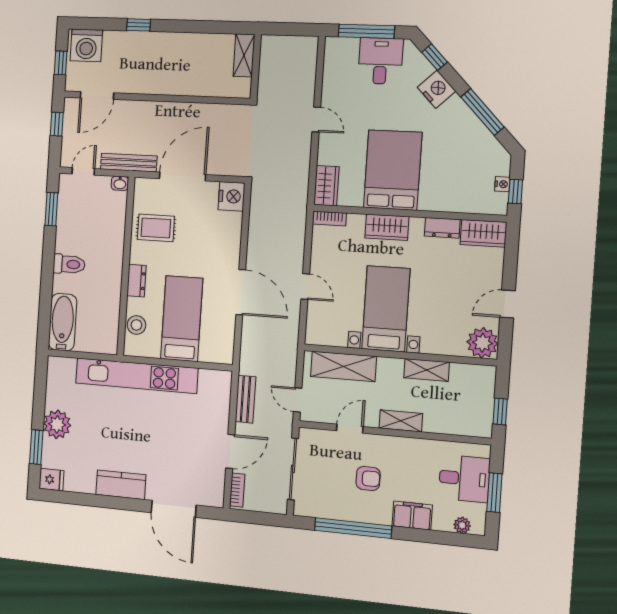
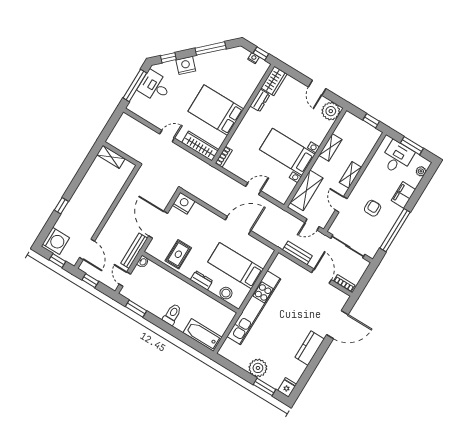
wardrobe: (326, 186) -> (200, 146), width x1.50
wardrobe: (387, 227) -> (244, 129), removed

